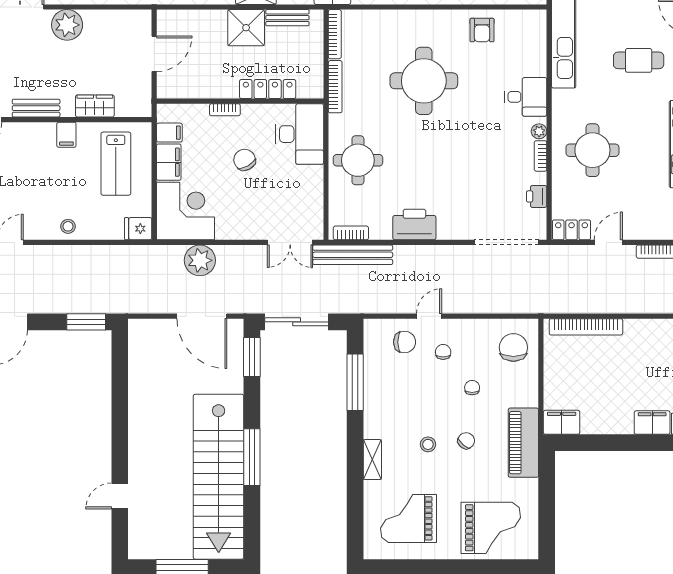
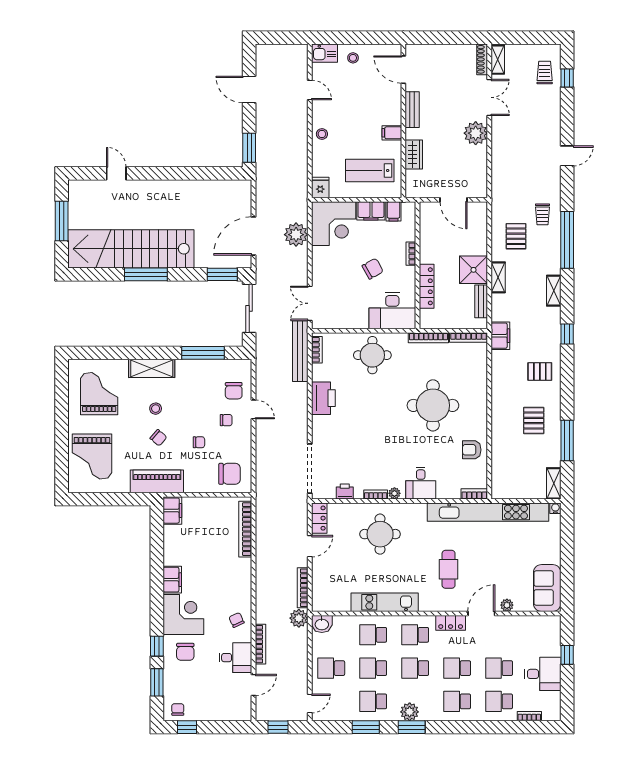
bookcase: (540, 27) -> (474, 494), added
door: (608, 242) -> (310, 546), hinge flipped
shelving: (372, 460) -> (152, 368), width x1.50, depth x1.33

